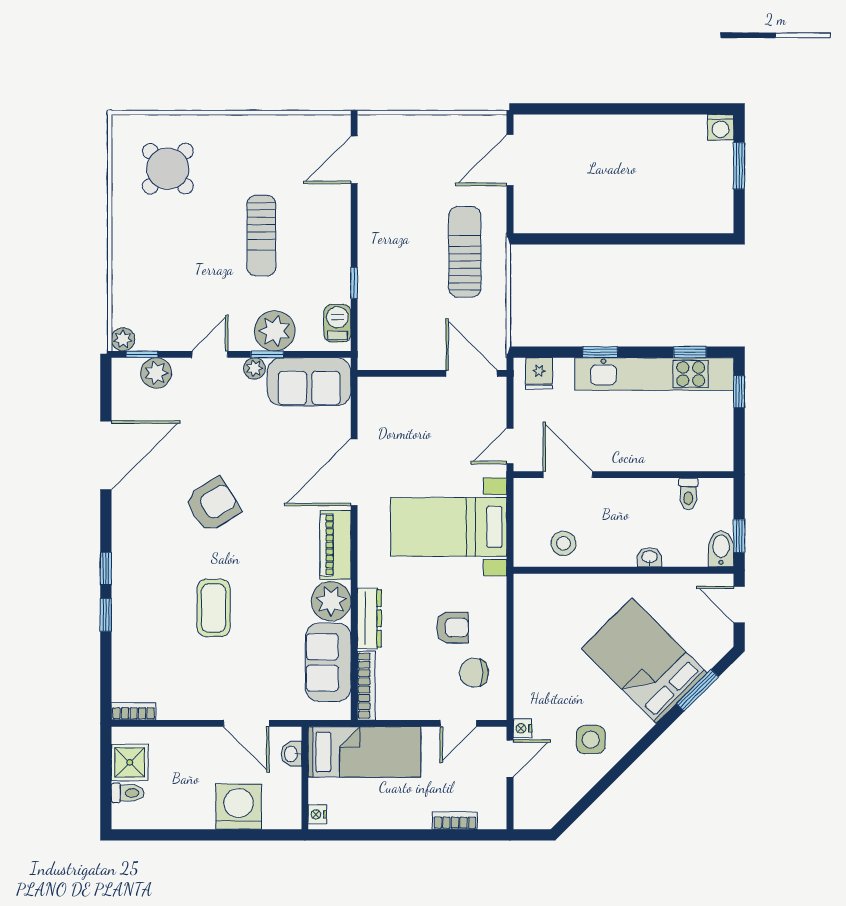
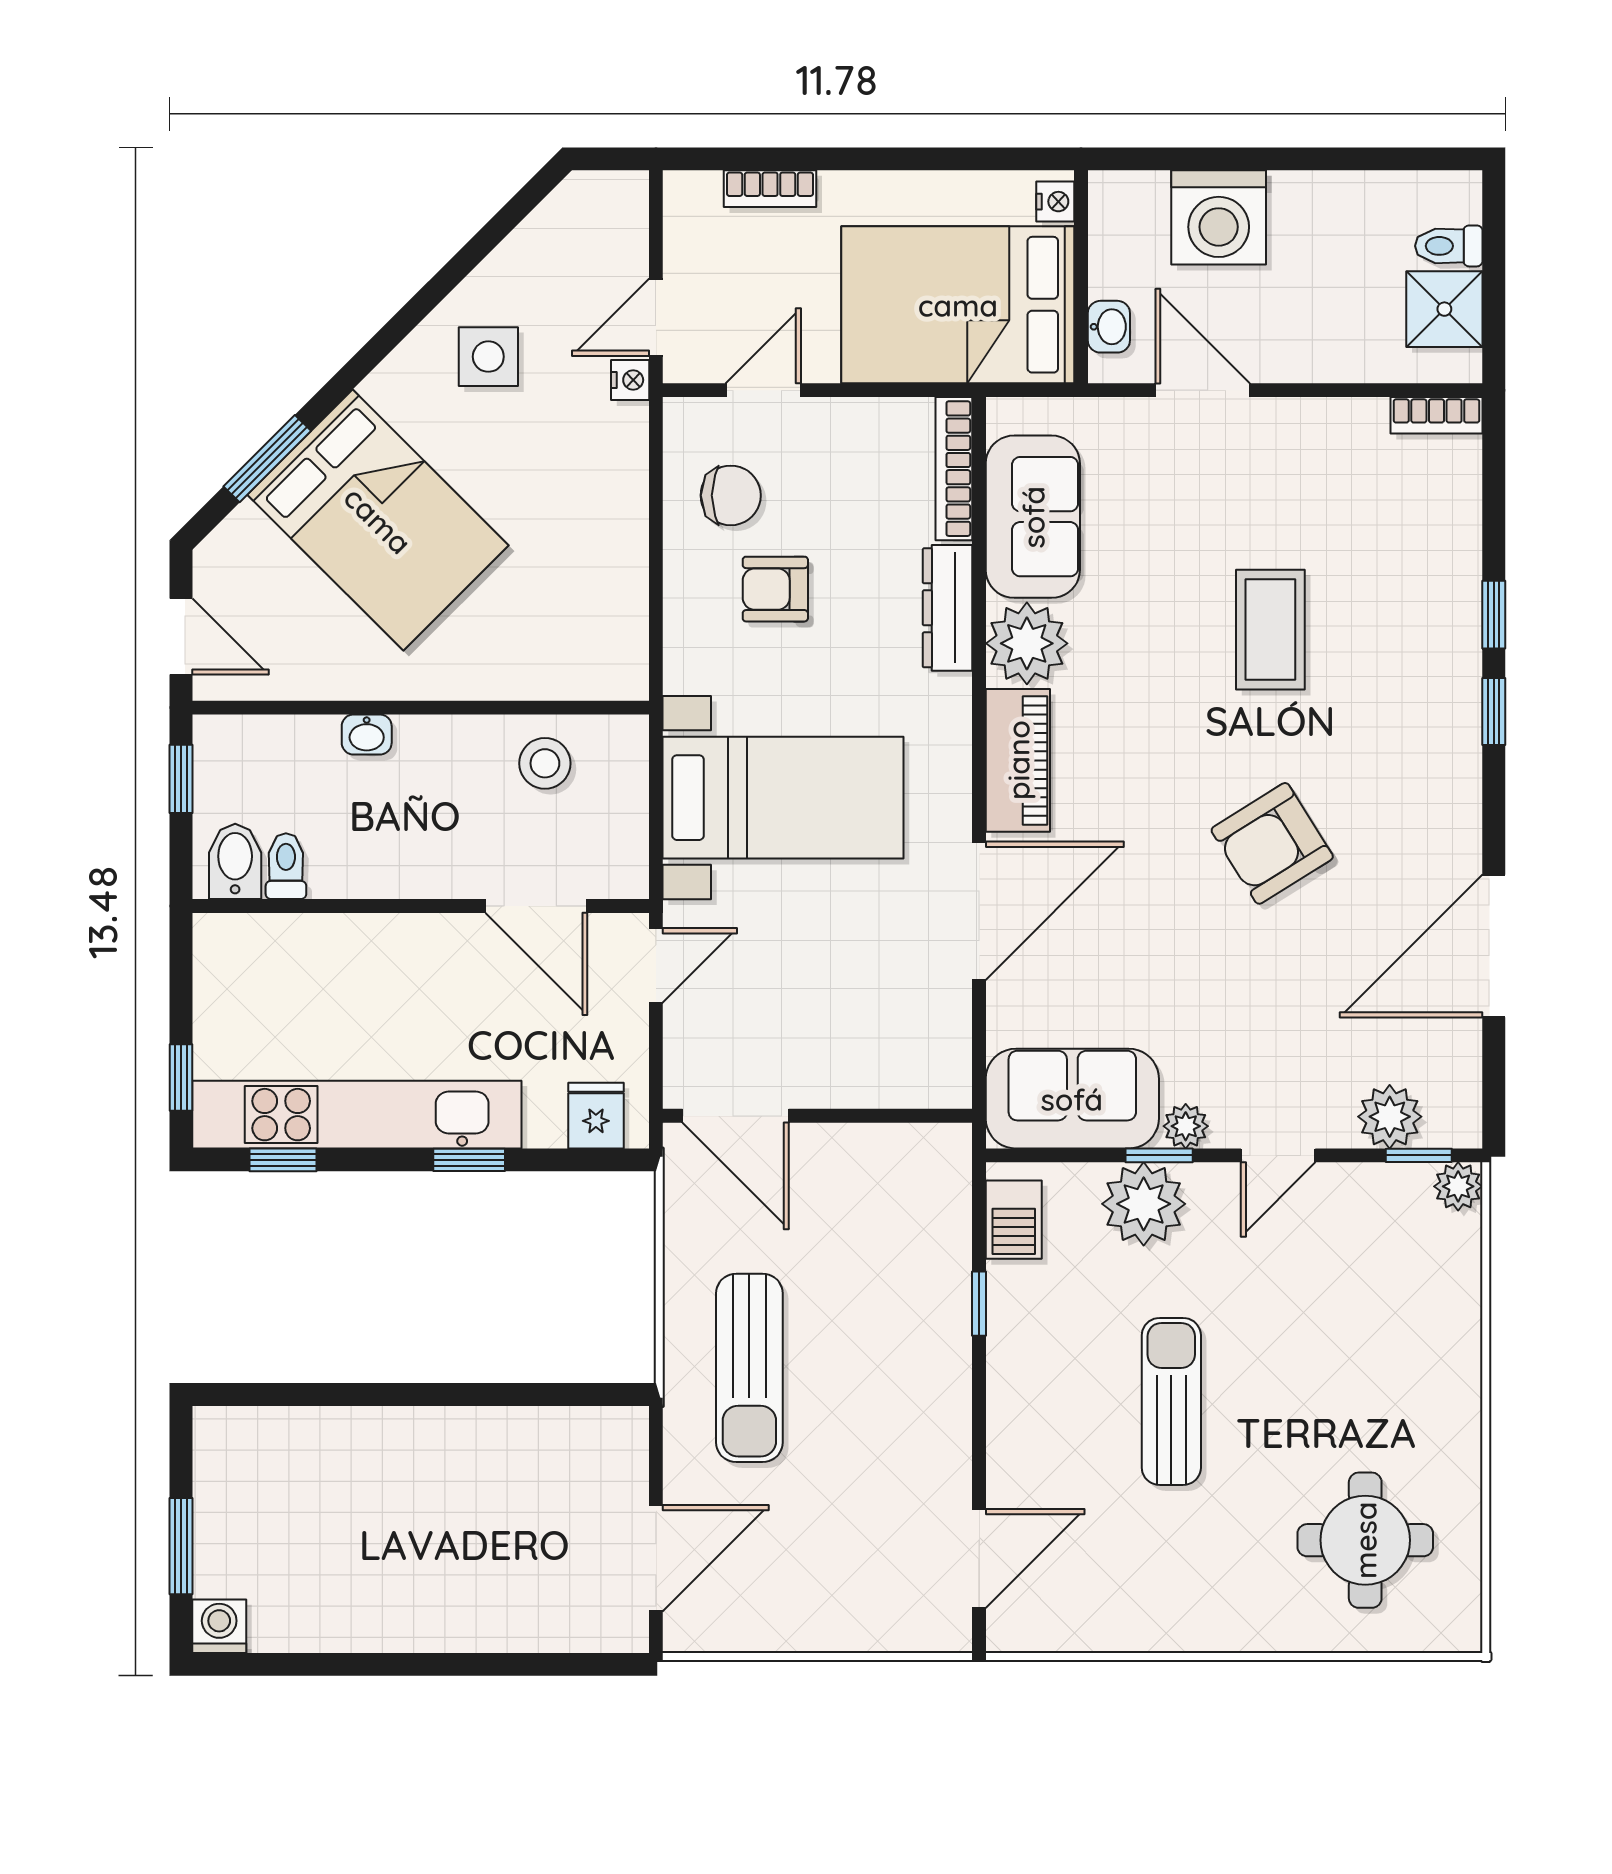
round table: (168, 169) -> (1365, 1540), turned 45
bidet: (721, 549) -> (235, 861), moved, turned 180
bed: (364, 752) -> (958, 305), width x1.50

